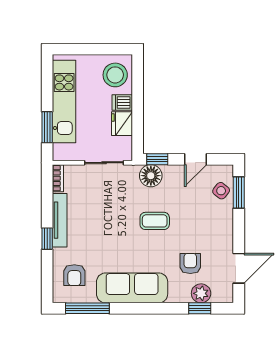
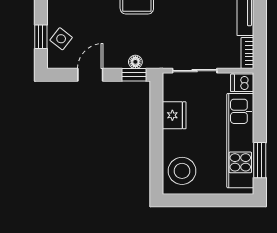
dishwasher: (122, 102) -> (242, 83), moved, turned 180
window: (47, 127) -> (260, 160), moved
floor lamp: (151, 176) -> (135, 62), width x0.53, depth x0.53
window: (239, 193) -> (41, 37), width x0.67

